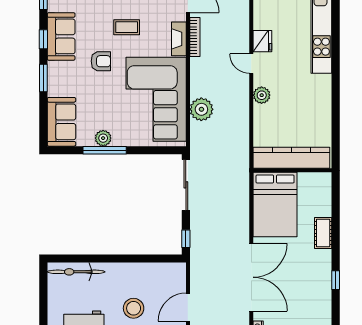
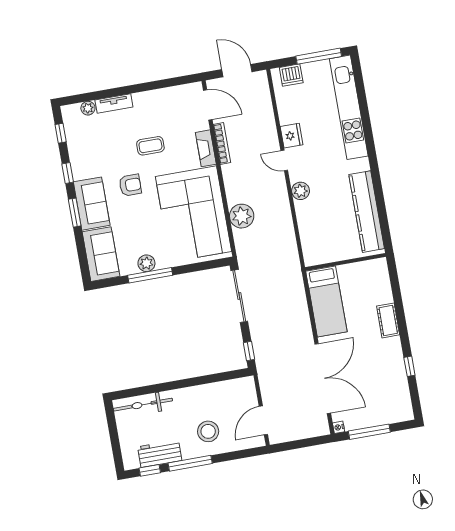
sofa: (61, 36) -> (92, 204), moved
kitchen counter: (291, 158) -> (367, 212), moved, turned -90
bed: (275, 205) -> (326, 301), width x0.67

